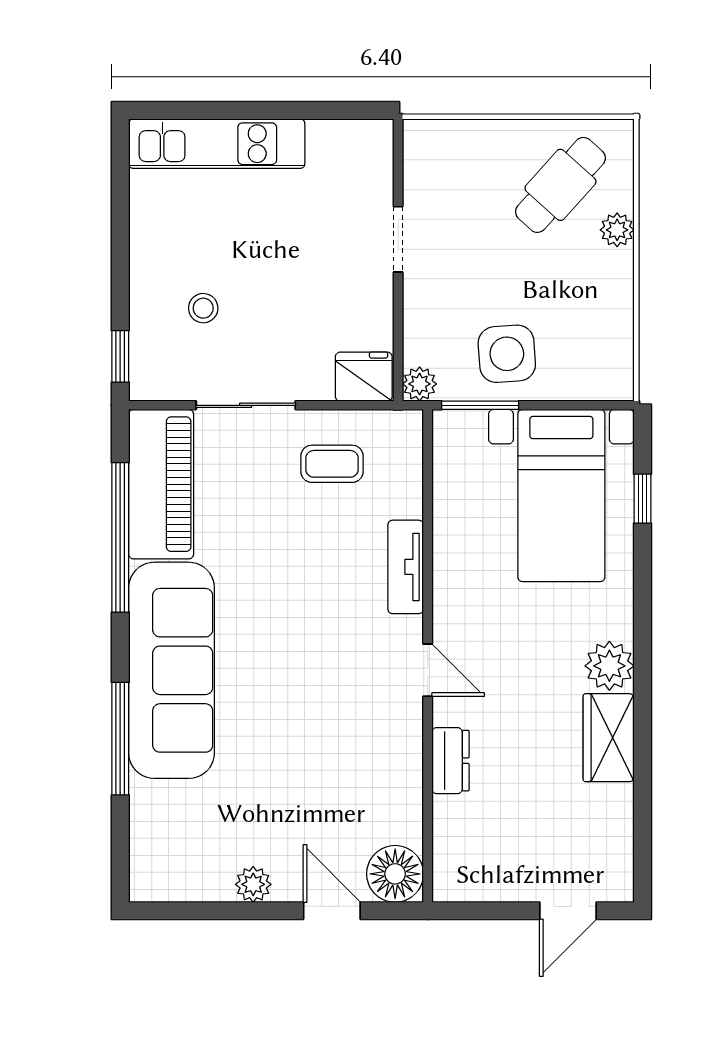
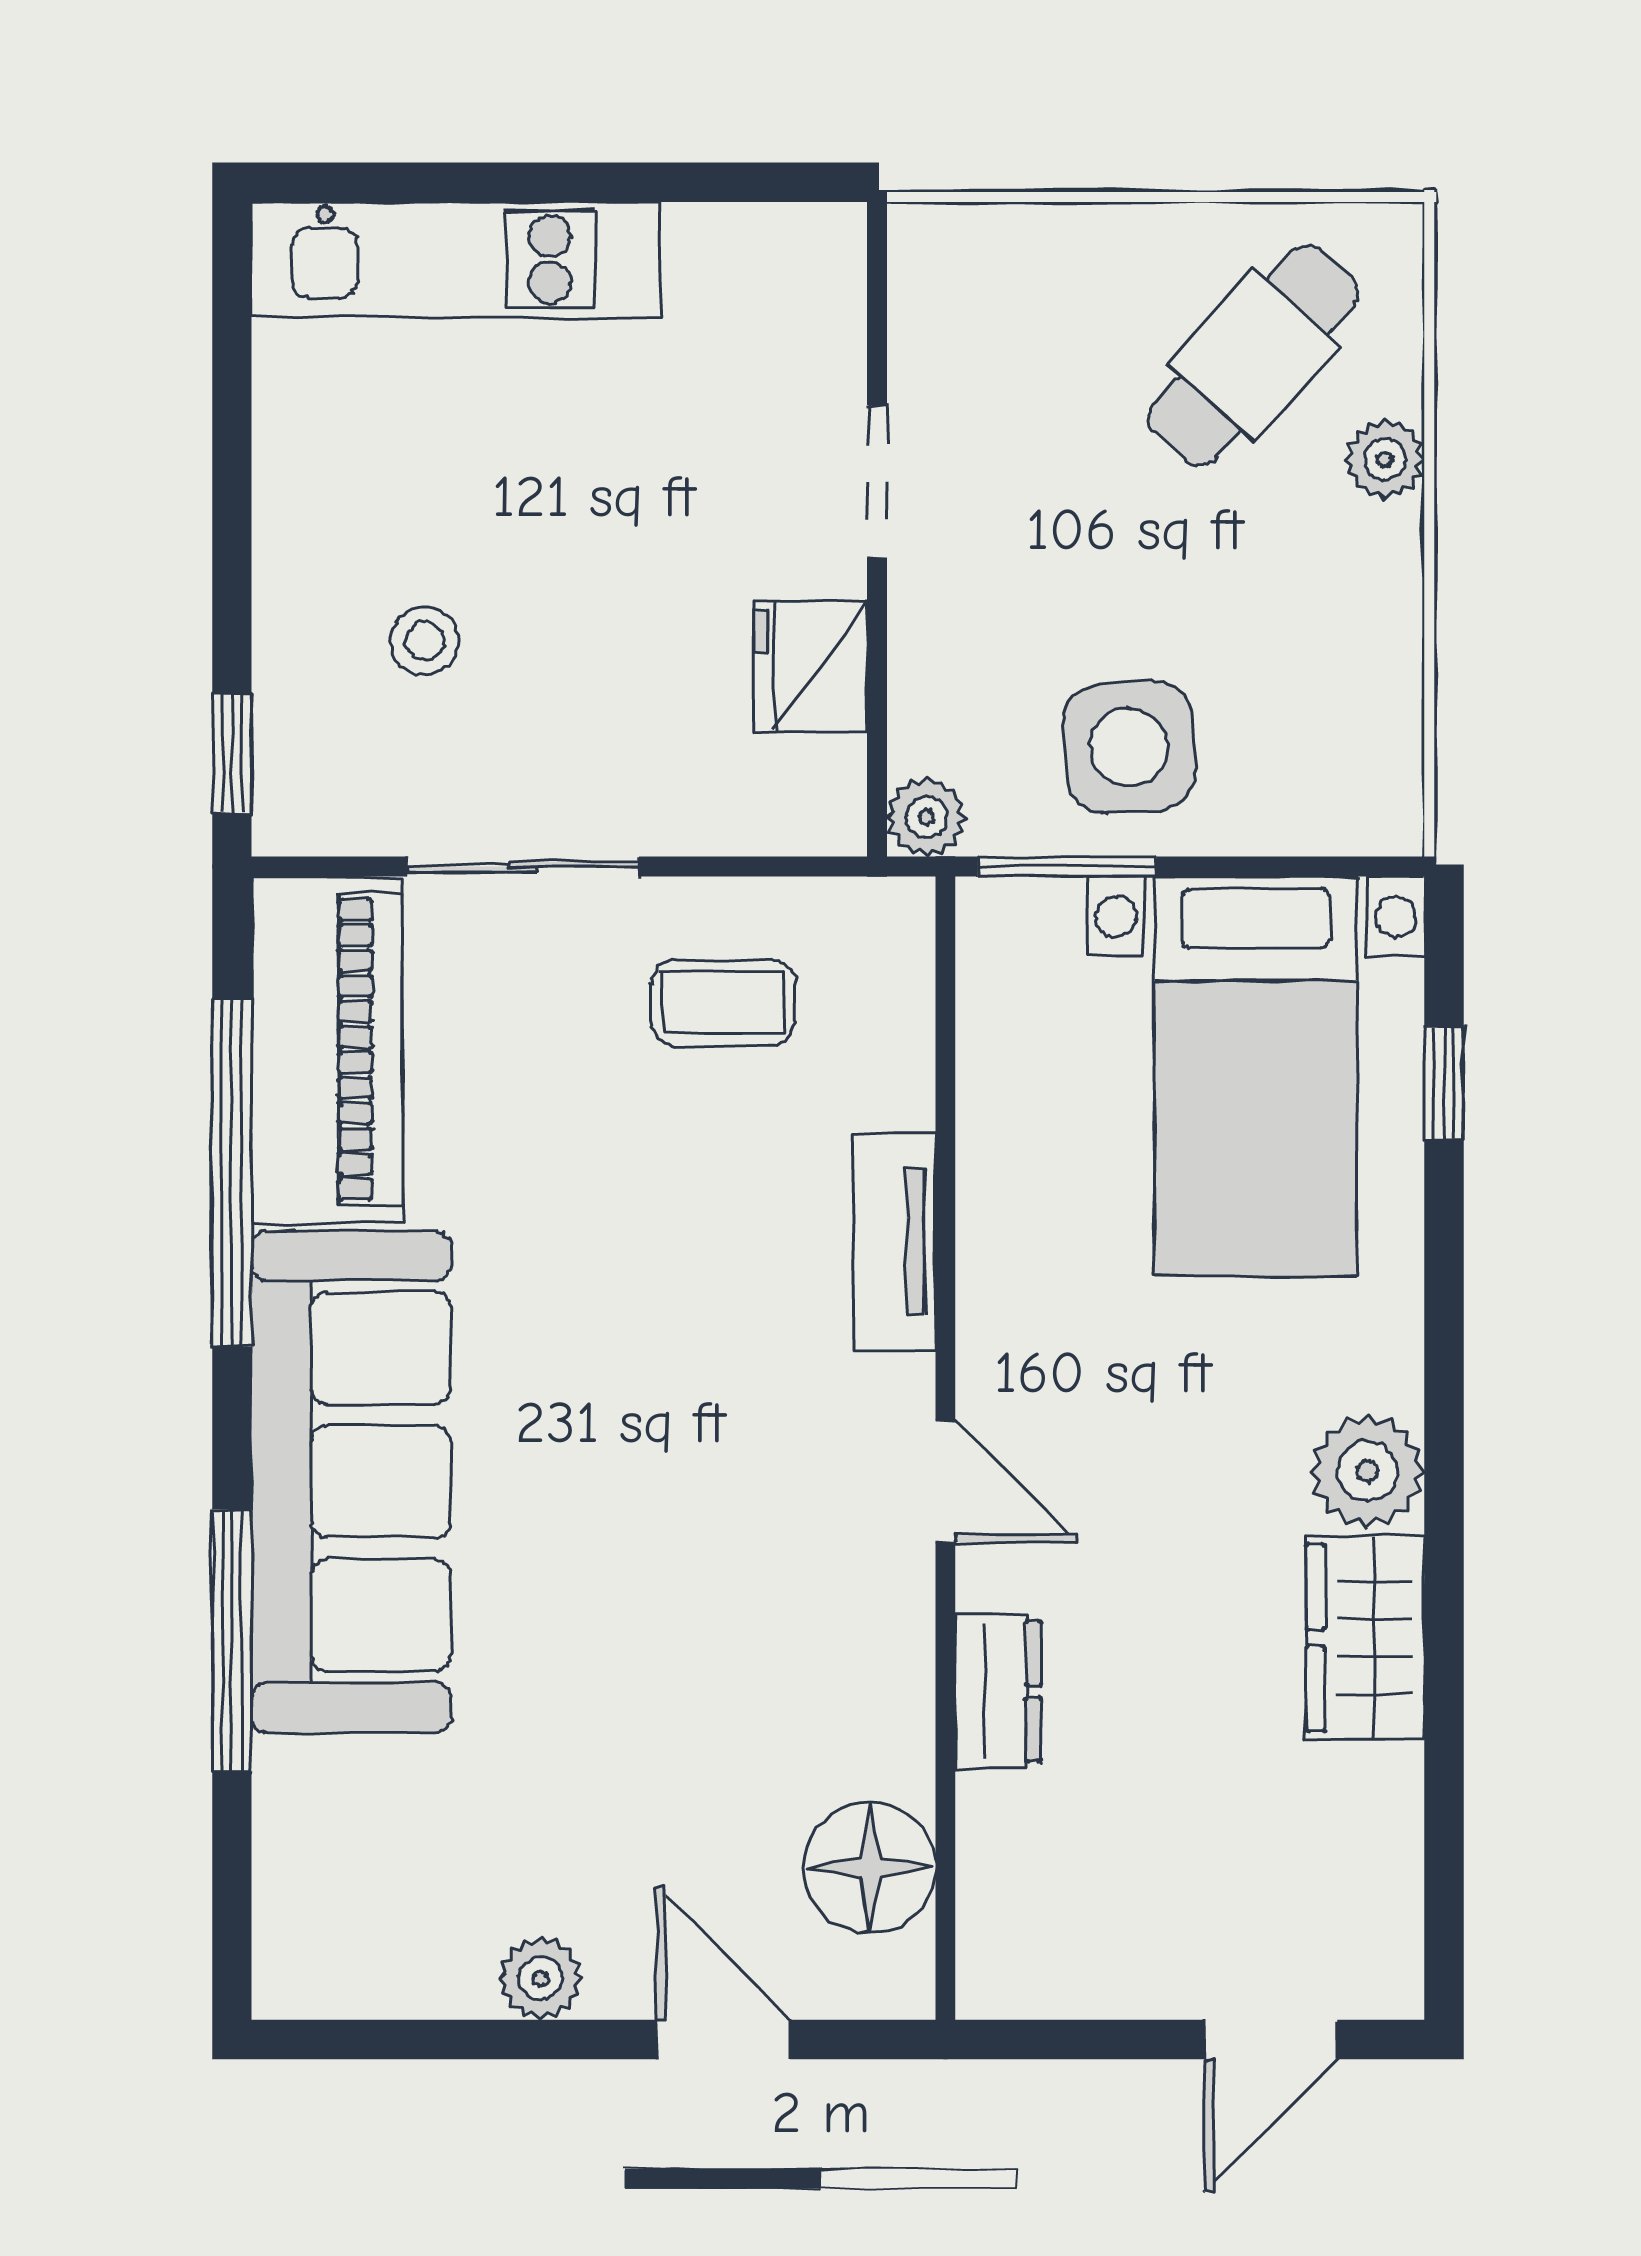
fridge: (364, 377) -> (810, 666), moved, turned -90
floor lamp: (395, 874) -> (870, 1868), moved

